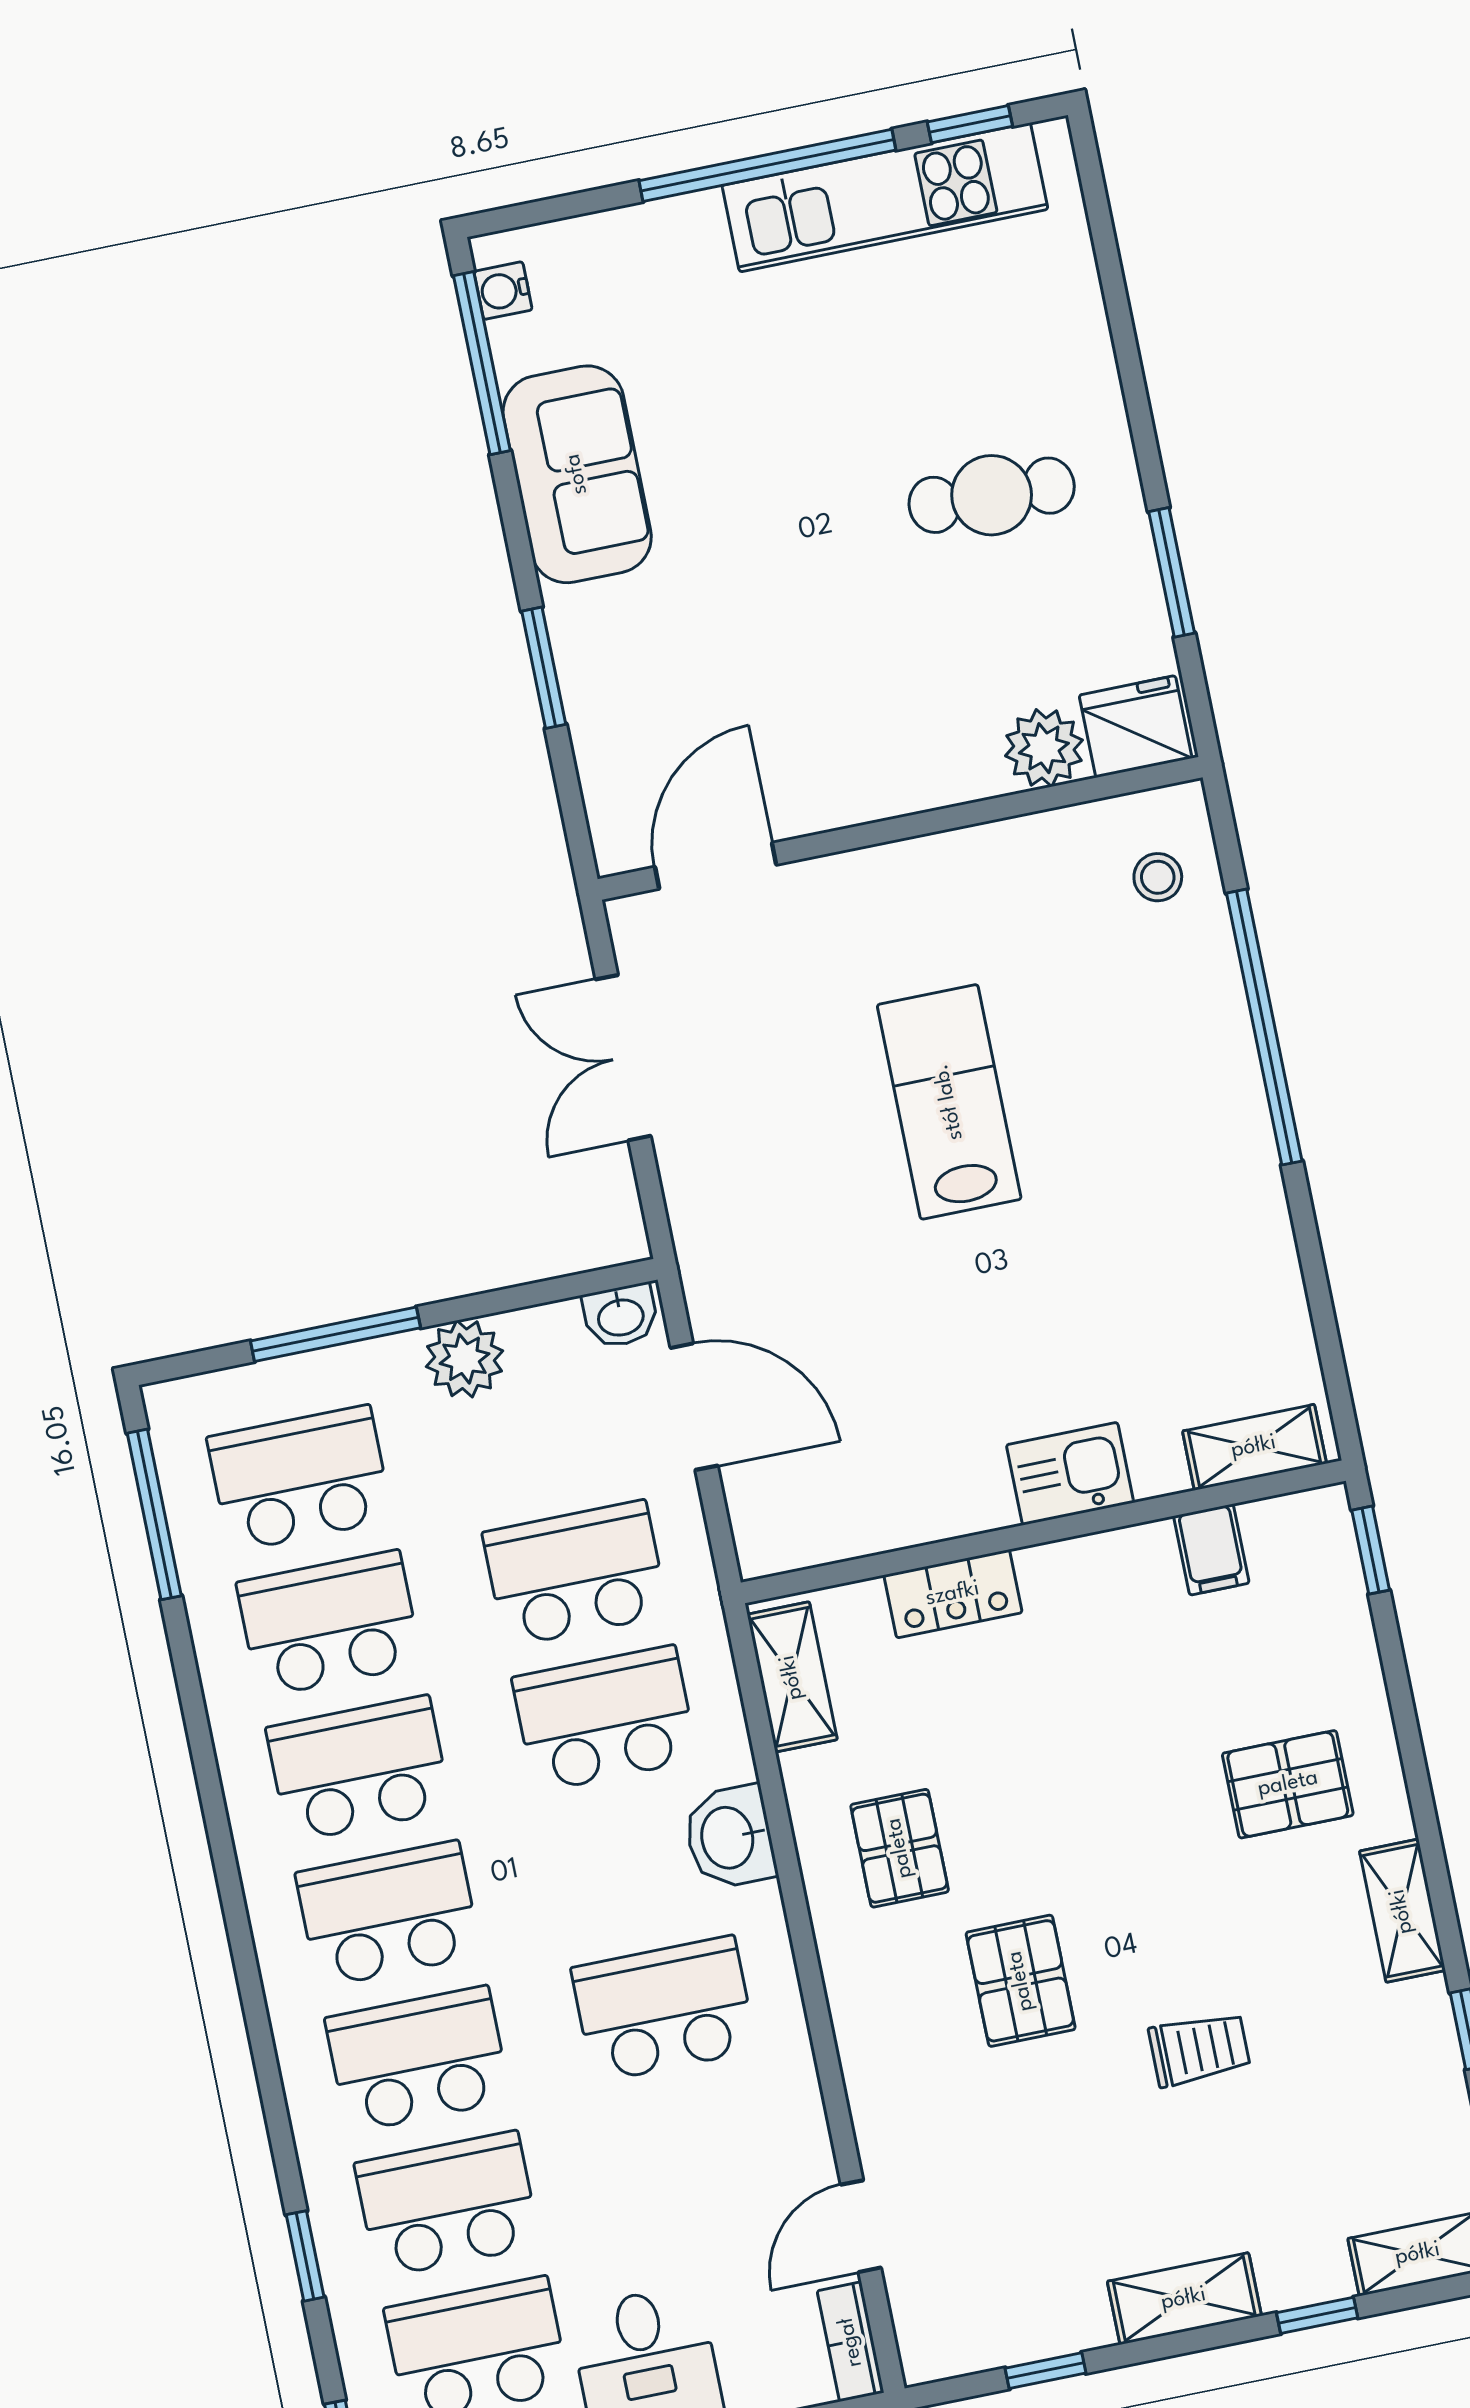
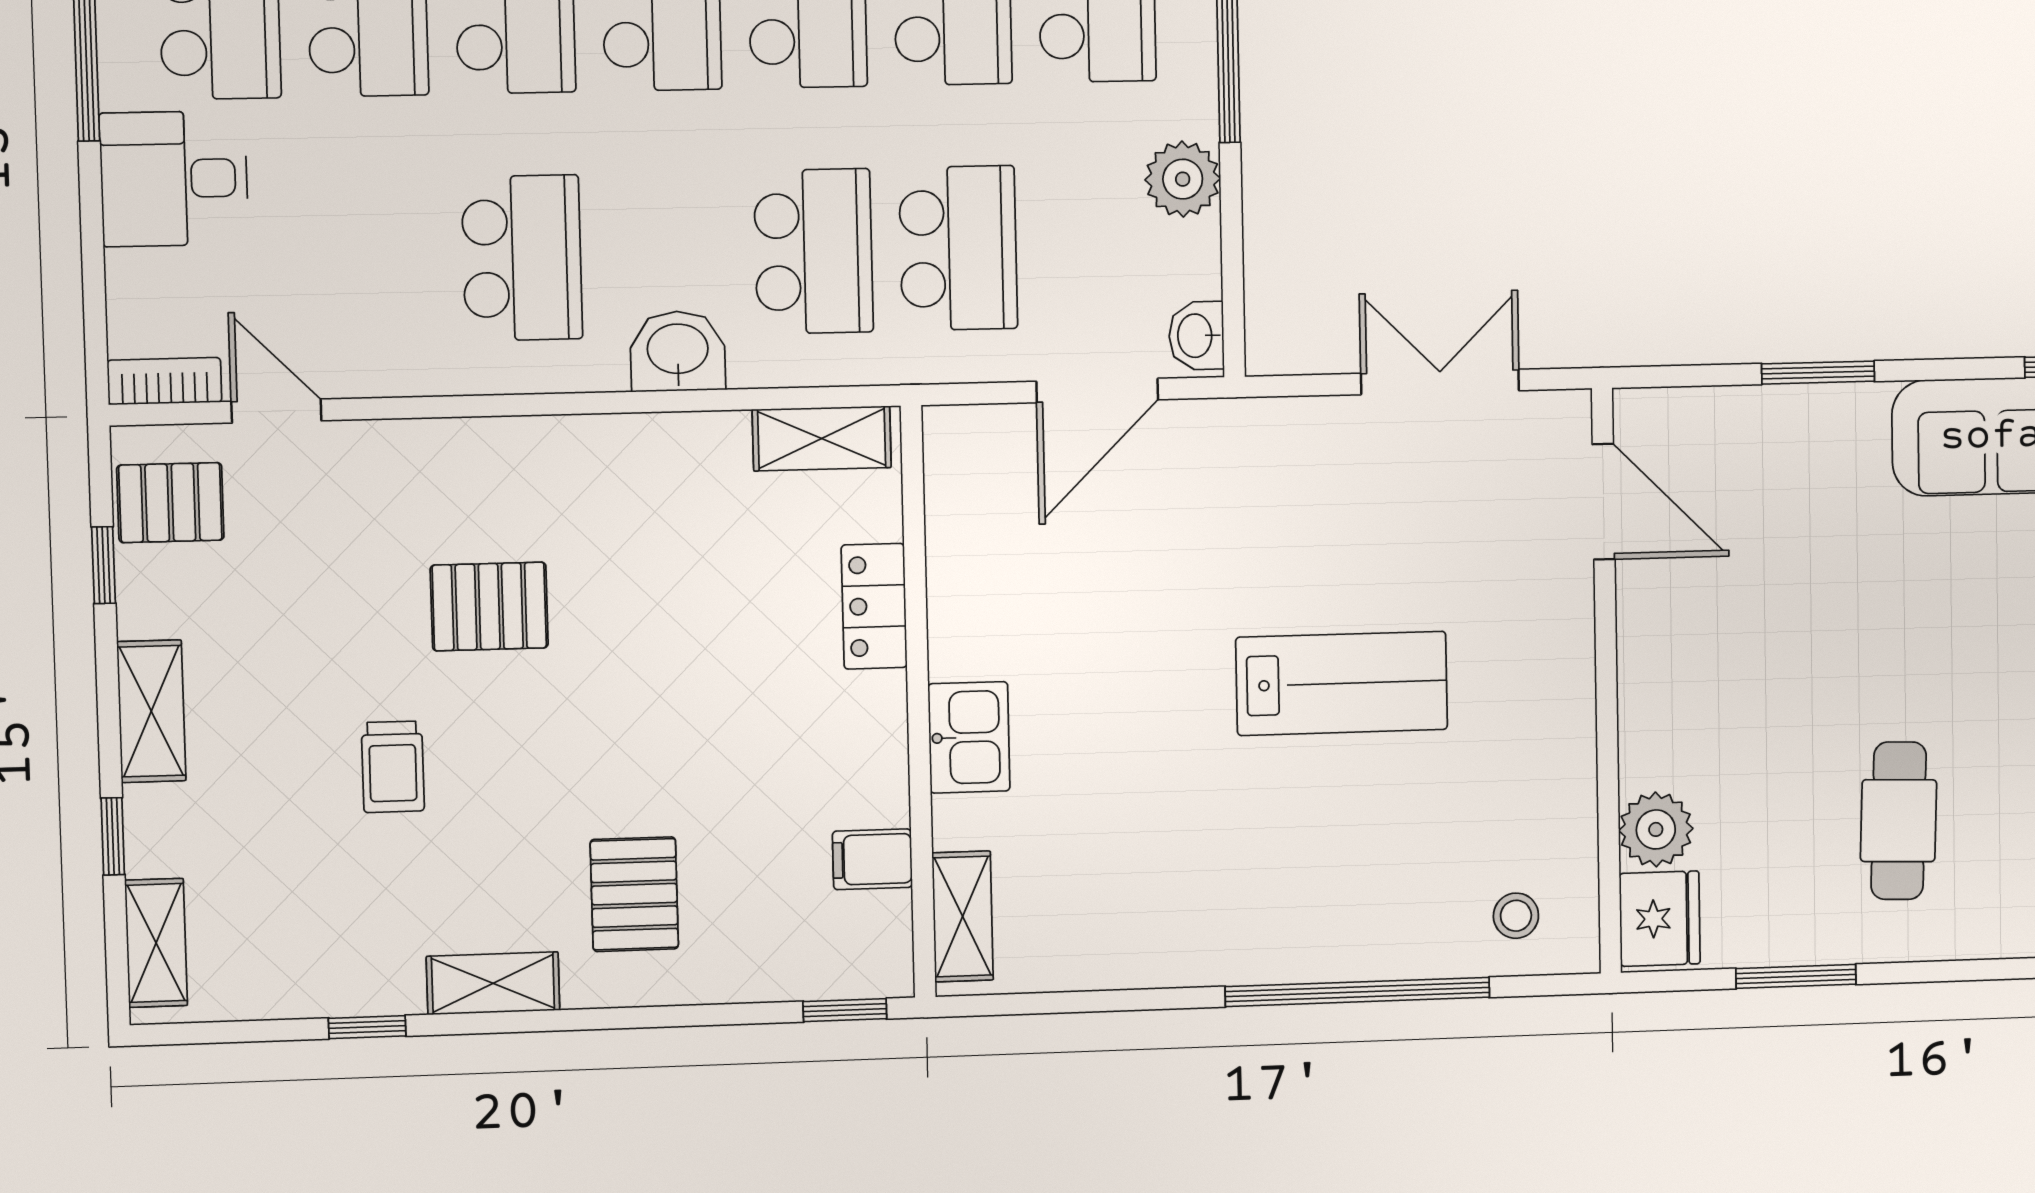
pallet: (900, 1848) -> (170, 503), moved

